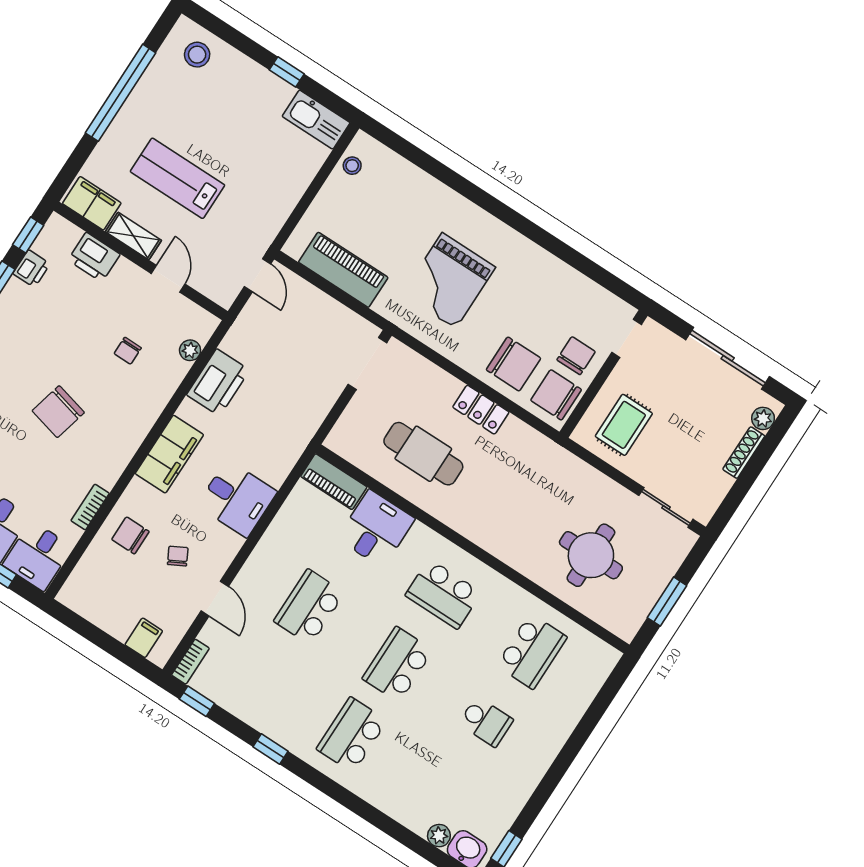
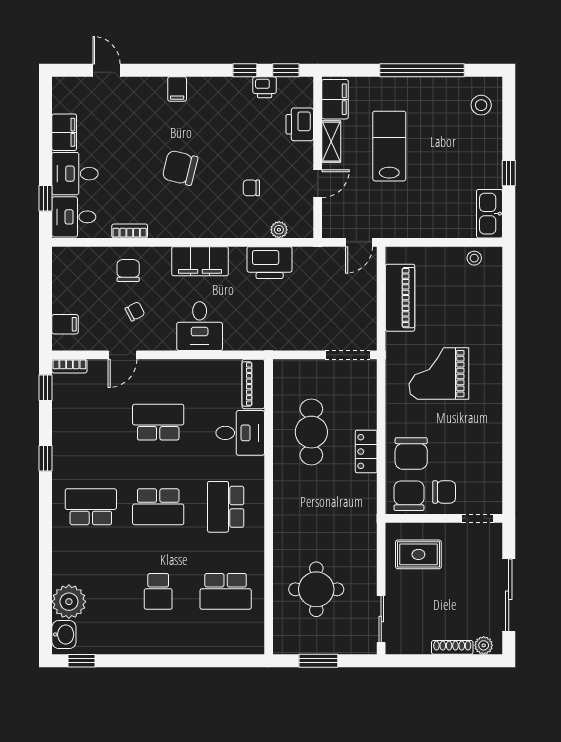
school desk: (398, 664) -> (158, 507), turned 180
plant: (439, 836) -> (69, 602), width x1.88, depth x1.88

